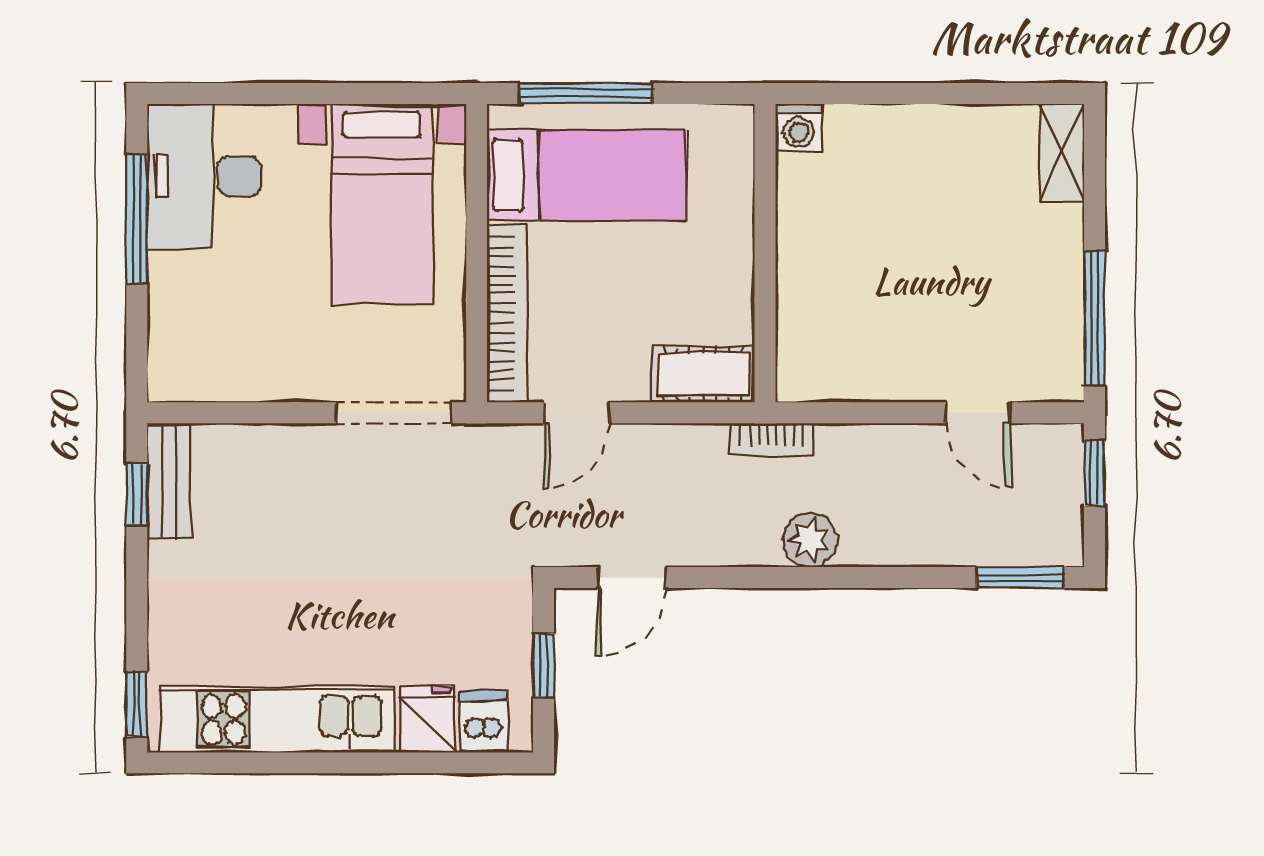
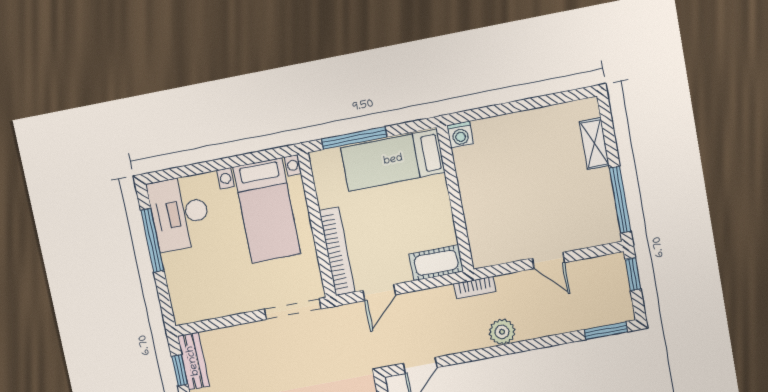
shelving: (1062, 153) -> (594, 144), moved
bed: (587, 175) -> (393, 160), moved, turned 180
door: (978, 413) -> (548, 260), moved

